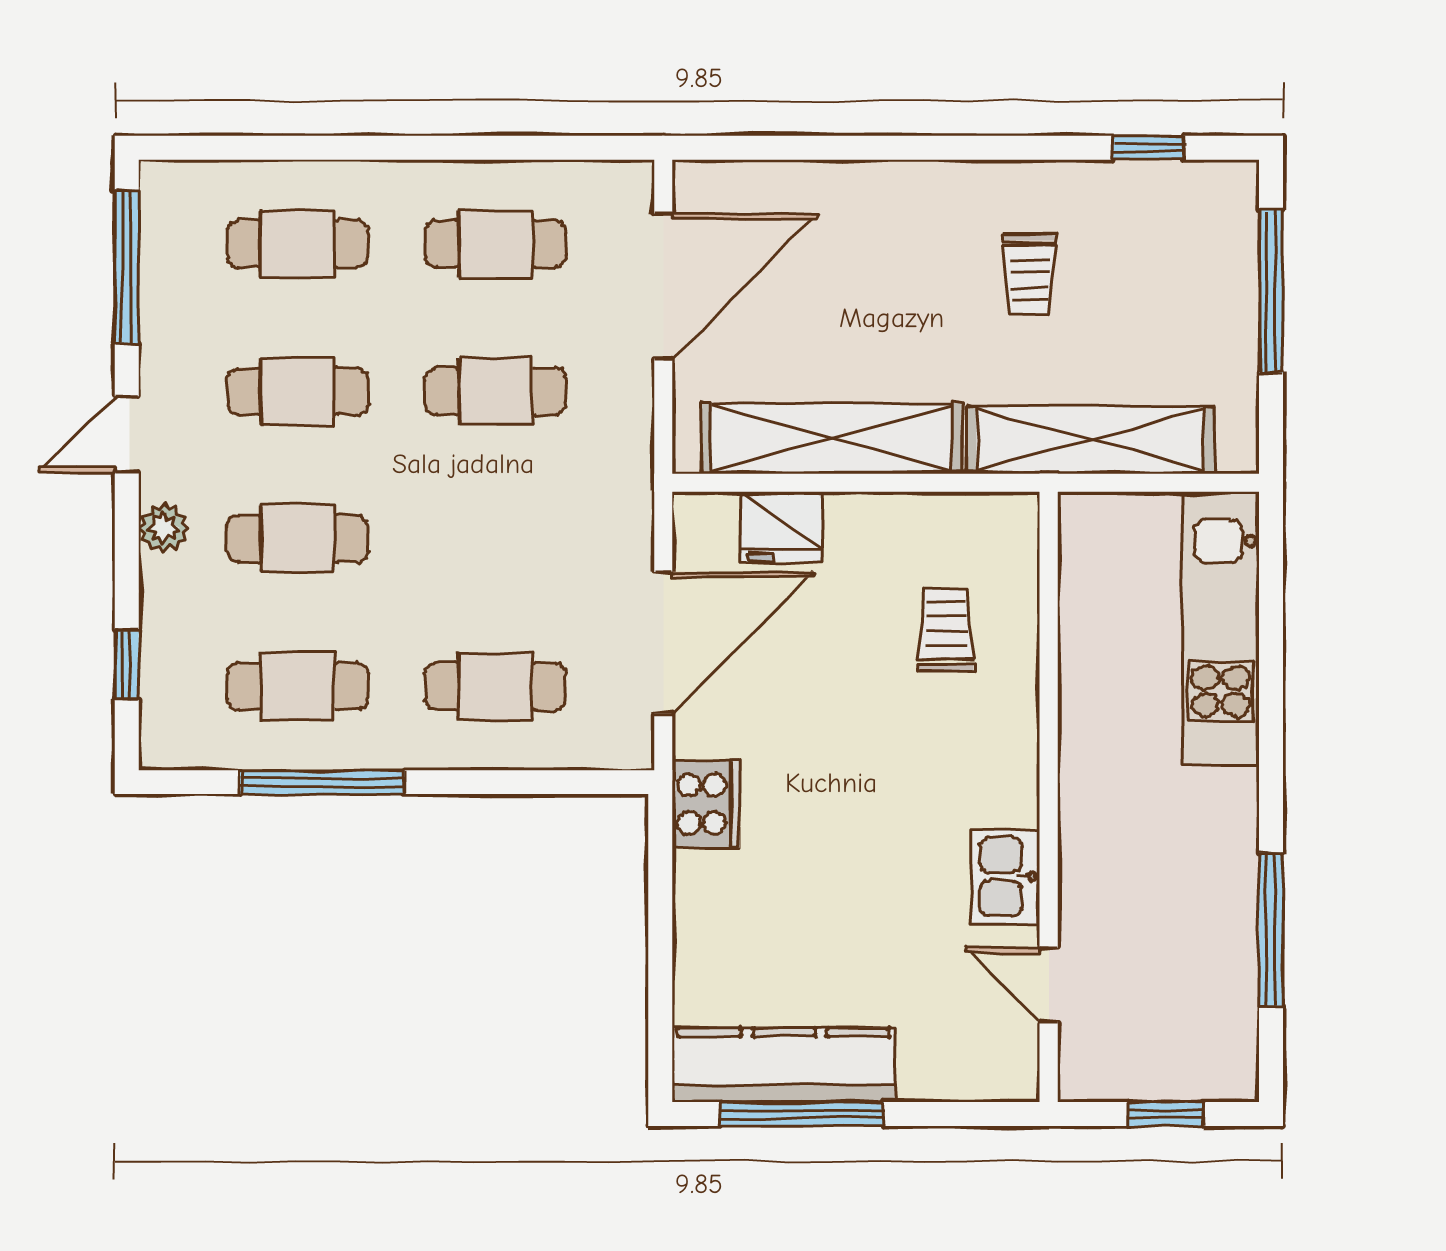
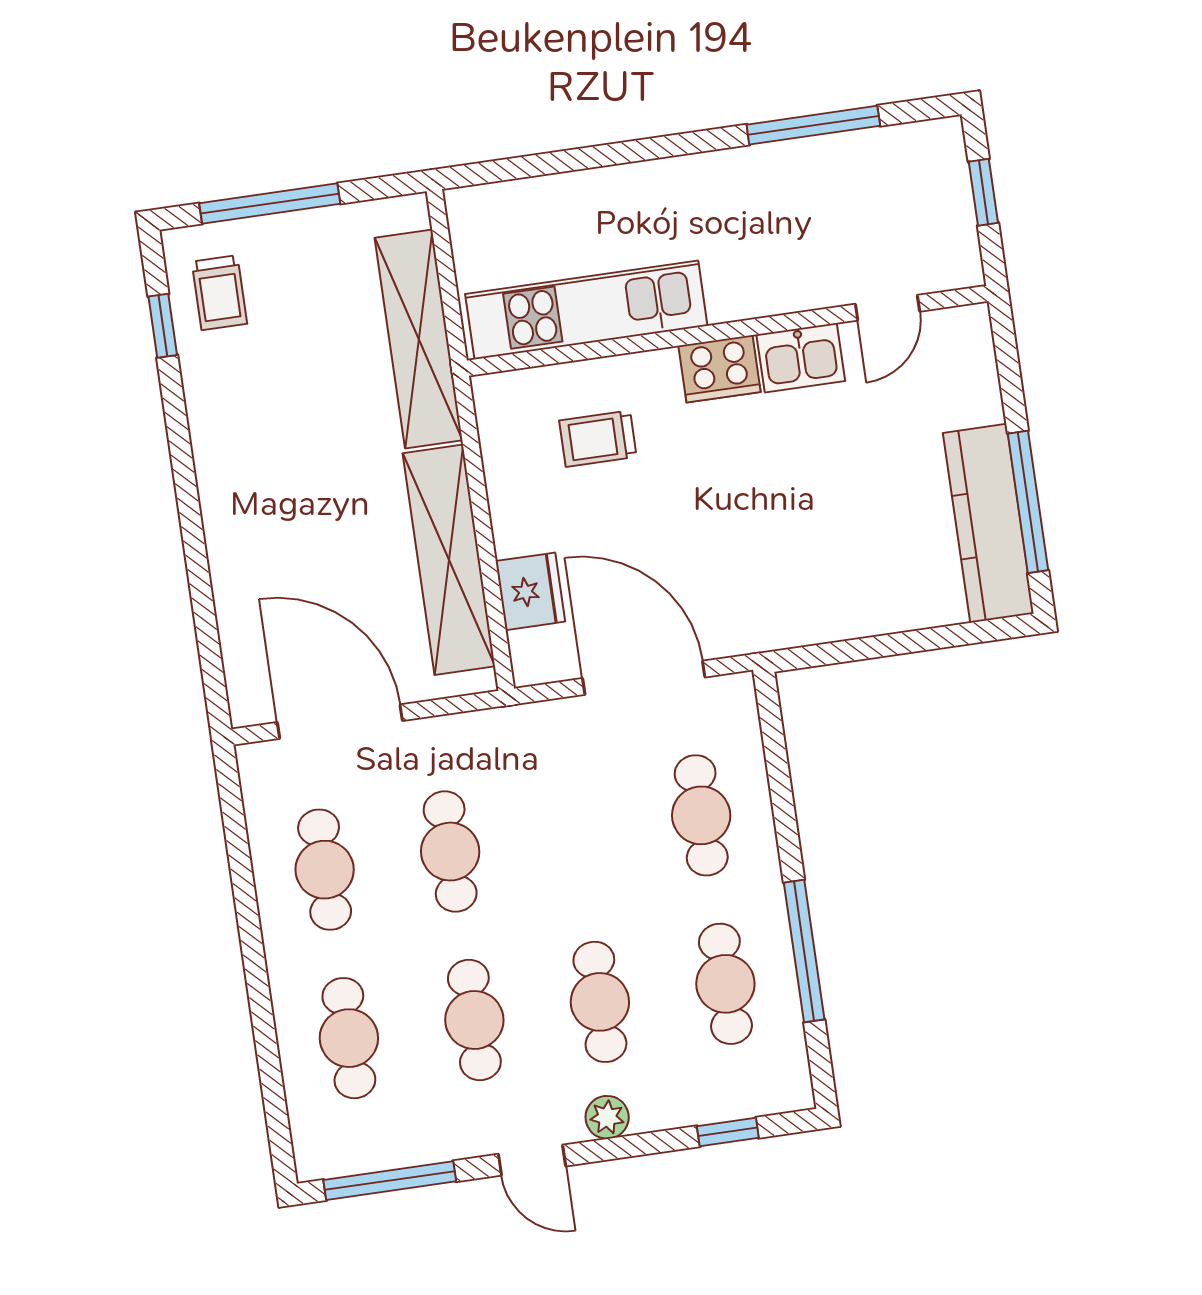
trolley: (1029, 274) -> (219, 293), moved, turned 90
kitchen unit: (1221, 628) -> (586, 310), moved, turned 180
cooker: (706, 804) -> (720, 369), moved, turned 180

